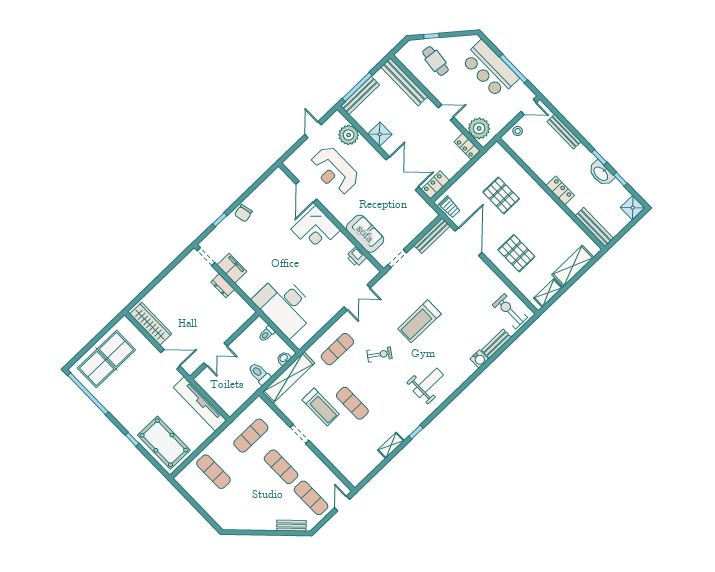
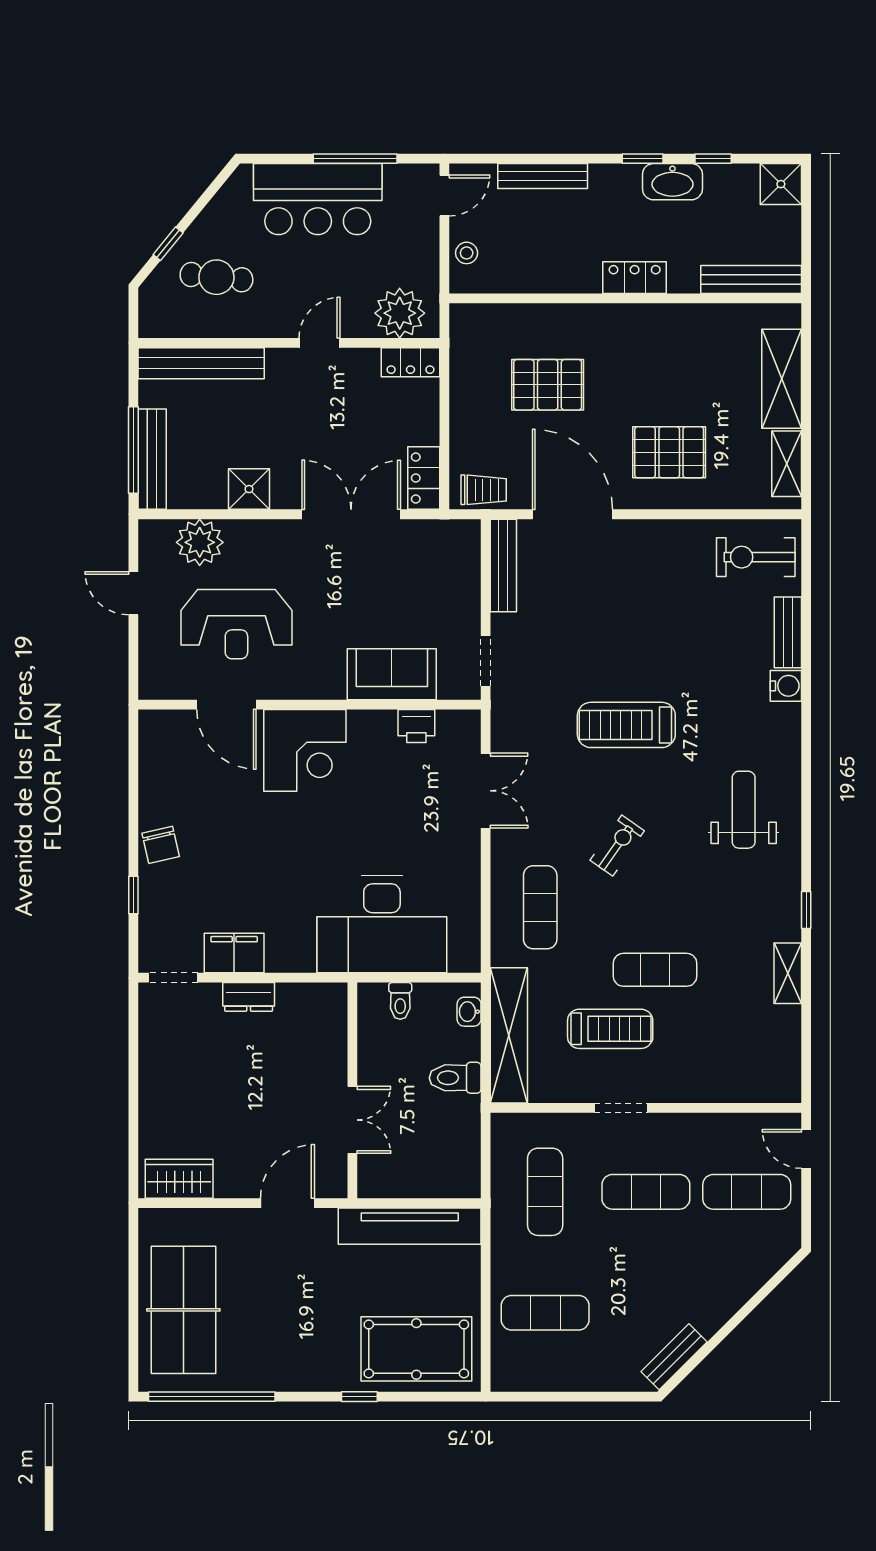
treadmill: (419, 321) -> (626, 725), turned 90
wardrobe: (151, 324) -> (179, 1179), width x0.67
bench: (291, 526) -> (674, 1357), moved

